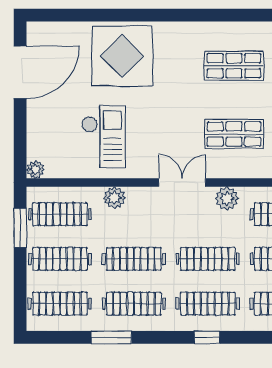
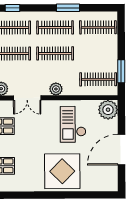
door: (20, 72) -> (121, 150), moved
plant: (35, 169) -> (108, 110), width x1.87, depth x1.87
plant: (114, 198) -> (56, 89), moved
clothes rail: (60, 259) -> (98, 53), removed

